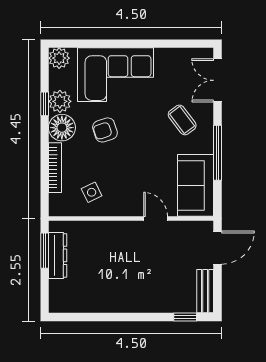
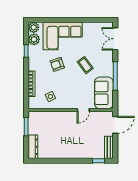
plant: (60, 101) -> (34, 39), moved
coffee table: (182, 120) -> (85, 65), moved
floor lamp: (62, 128) -> (35, 63), removed
door: (156, 218) -> (83, 110), swing flipped
dresser: (58, 255) -> (33, 147), moved

